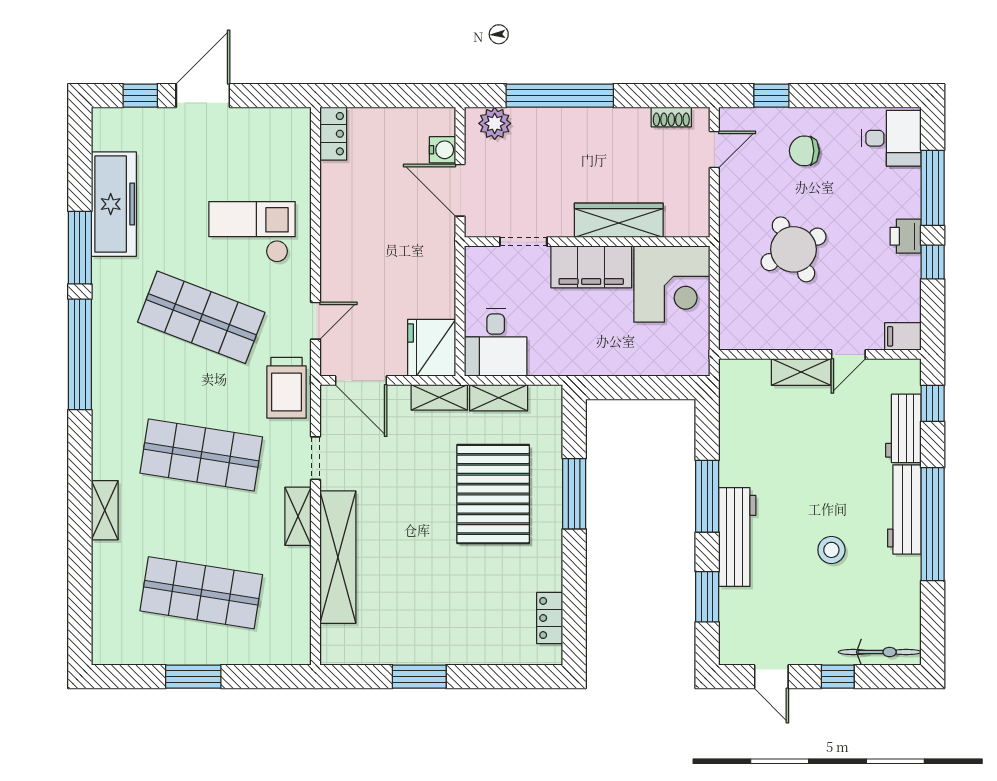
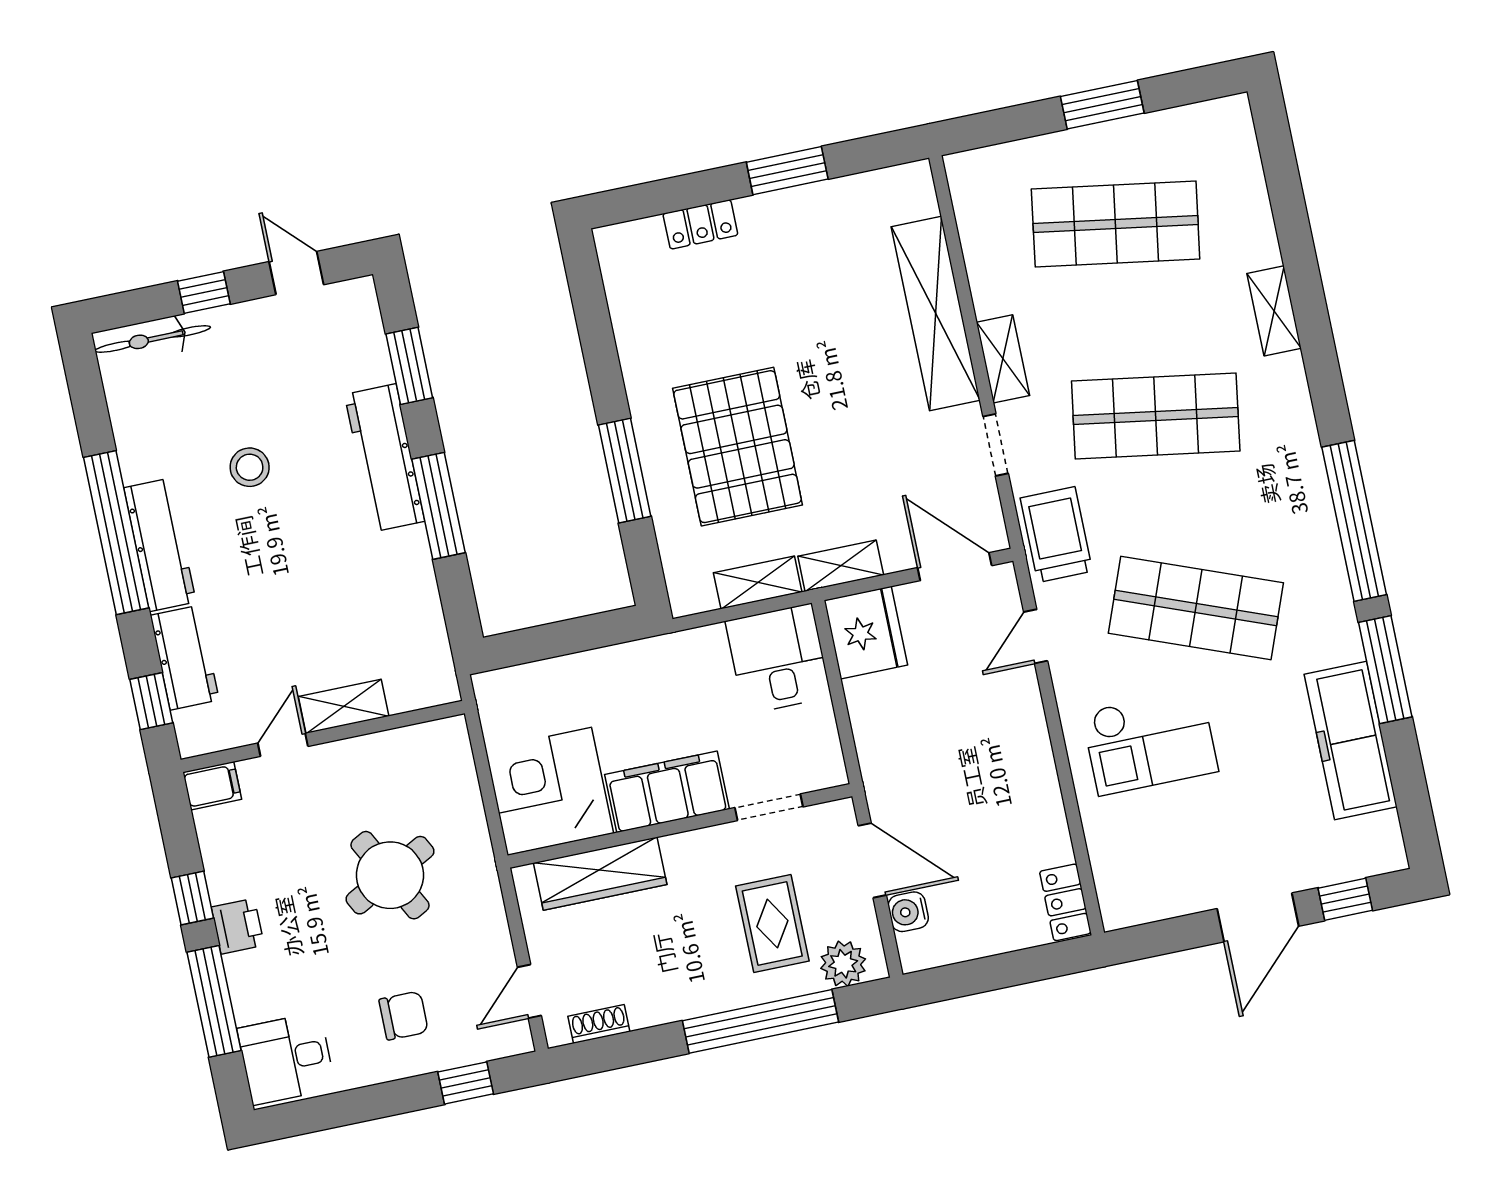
rug: (538, 161) -> (772, 924), added
wardrobe: (619, 220) -> (600, 874), moved
locker: (550, 618) -> (700, 224), moved, turned 90

